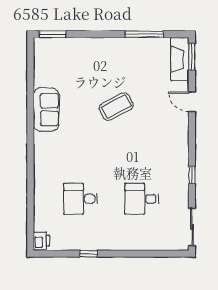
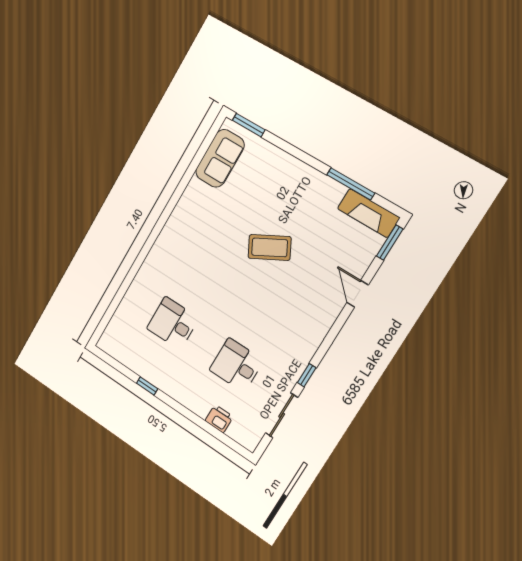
fireplace: (180, 59) -> (368, 213), moved, turned -90
sofa: (46, 109) -> (220, 158), moved
sliding door: (192, 227) -> (282, 415), moved
printer: (41, 241) -> (219, 419), moved, turned -90

